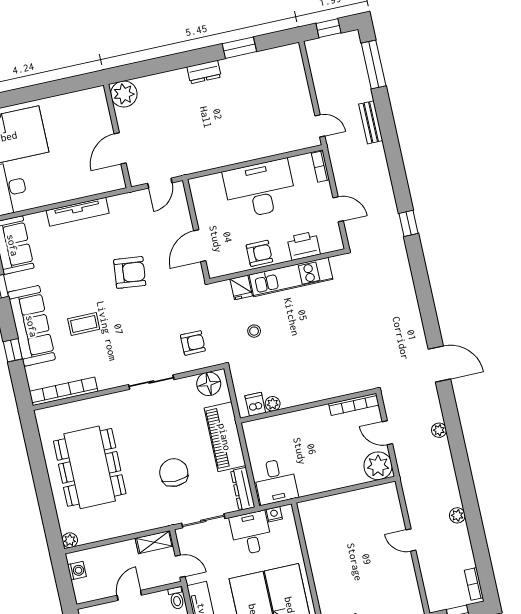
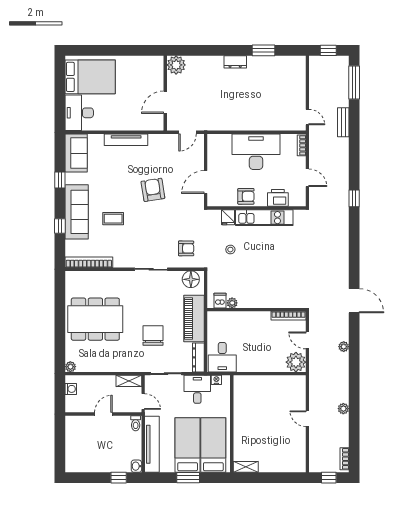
armchair: (130, 272) -> (153, 190), turned -105
dining table: (90, 467) -> (95, 319), turned 90

